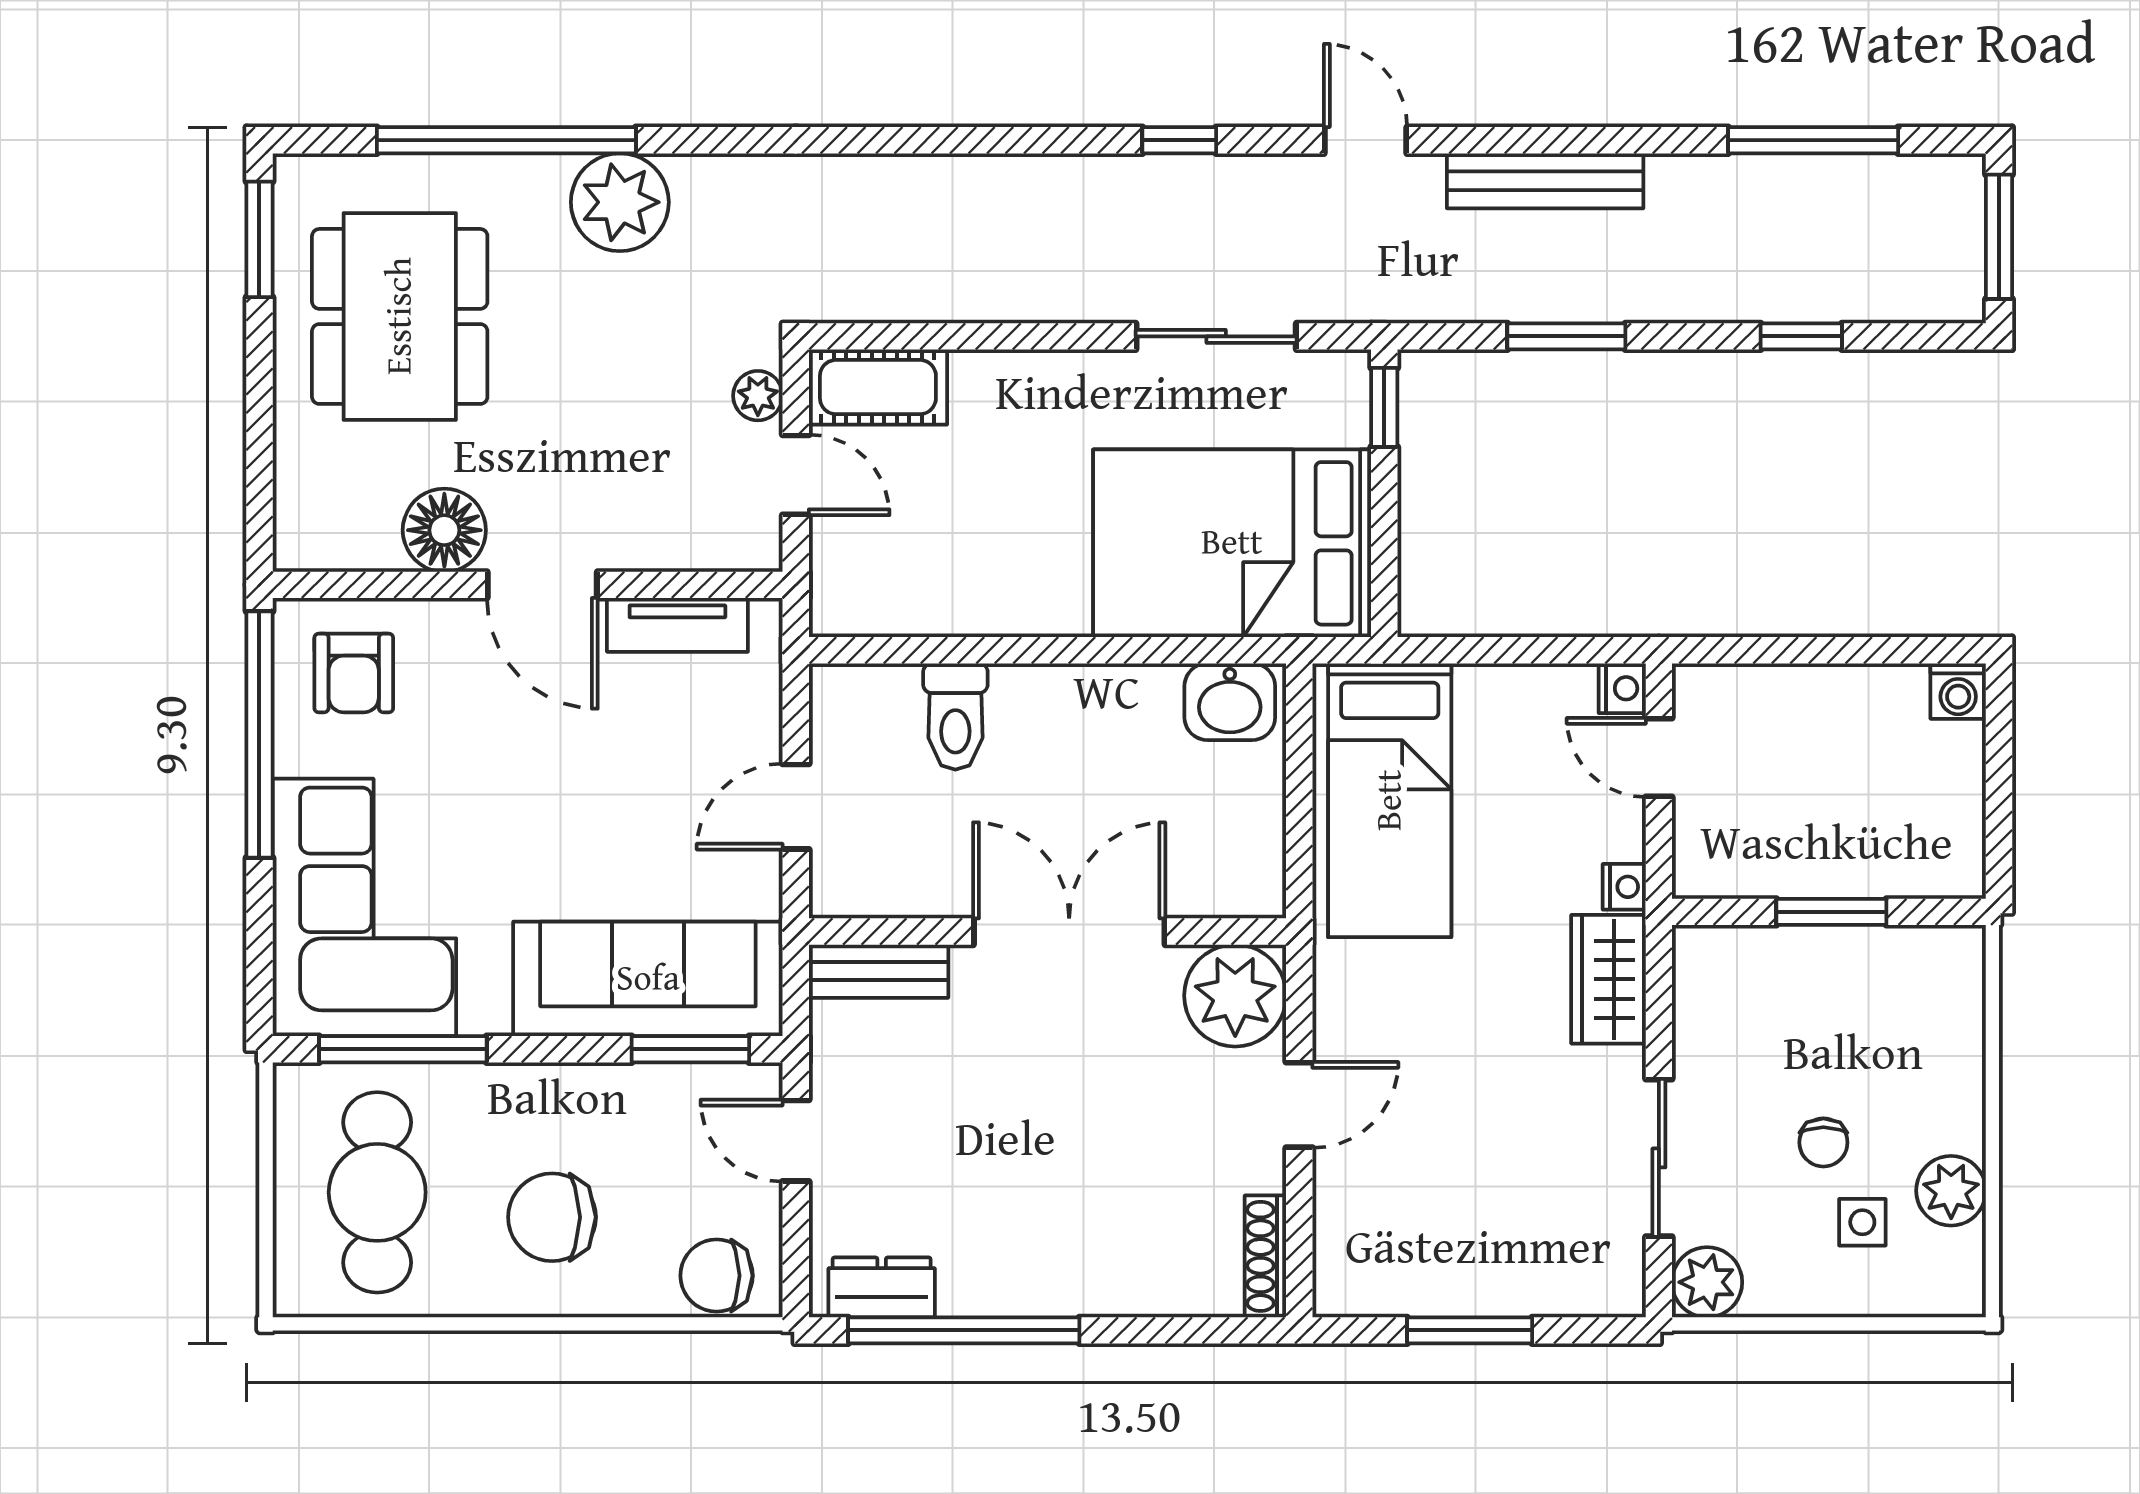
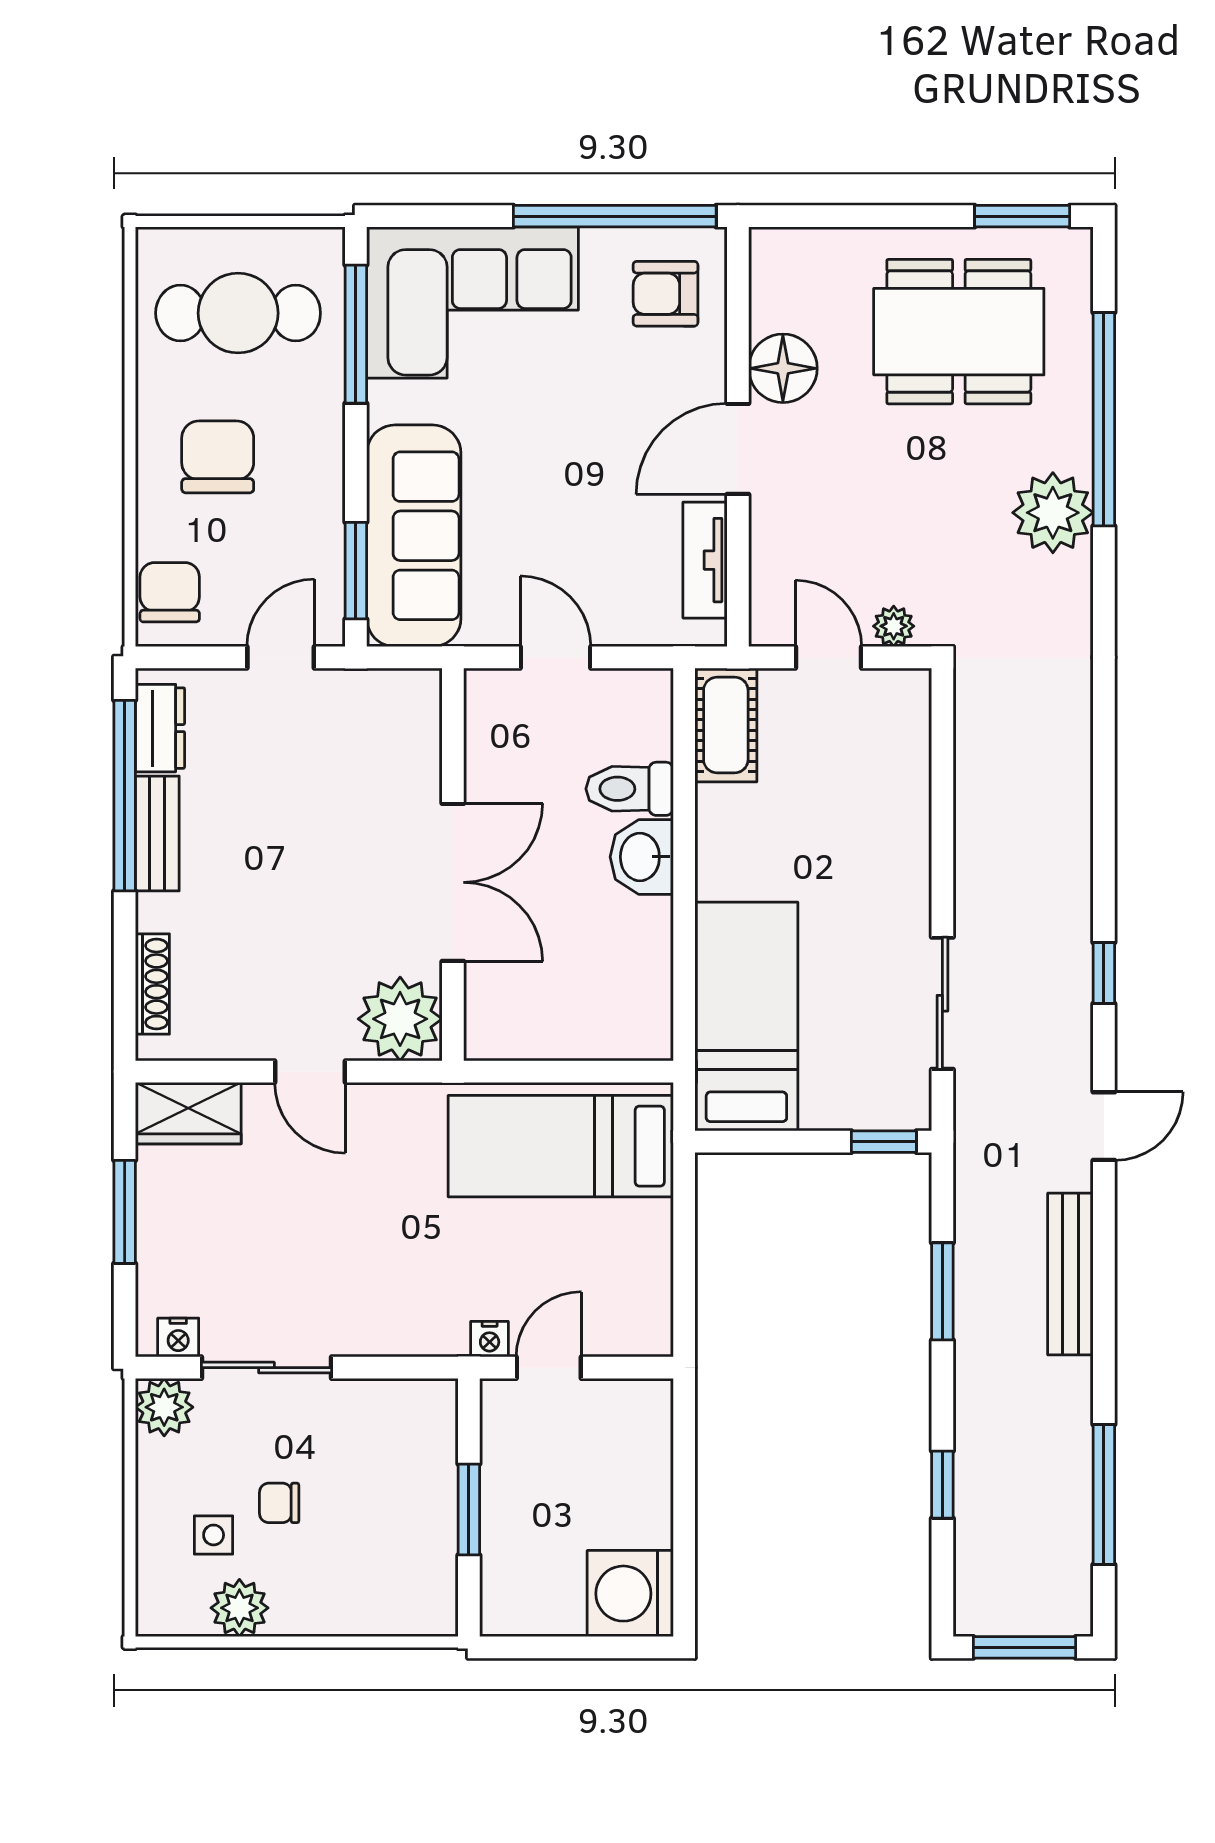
cot: (878, 387) -> (726, 725), moved
door: (796, 475) -> (828, 657), swing flipped
bed: (1232, 543) -> (746, 1016), width x0.67
nightstand: (1622, 688) -> (178, 1337), moved
washing machine: (1958, 691) -> (630, 1594), width x1.89, depth x1.89
washbasin: (1230, 702) -> (642, 857), moved
door: (1659, 757) -> (549, 1368), moved
bench: (879, 971) -> (157, 834), moved
wardrobe: (1609, 979) -> (188, 1113), moved, turned 180
shoe rack: (1265, 1256) -> (152, 984), moved, turned 90

